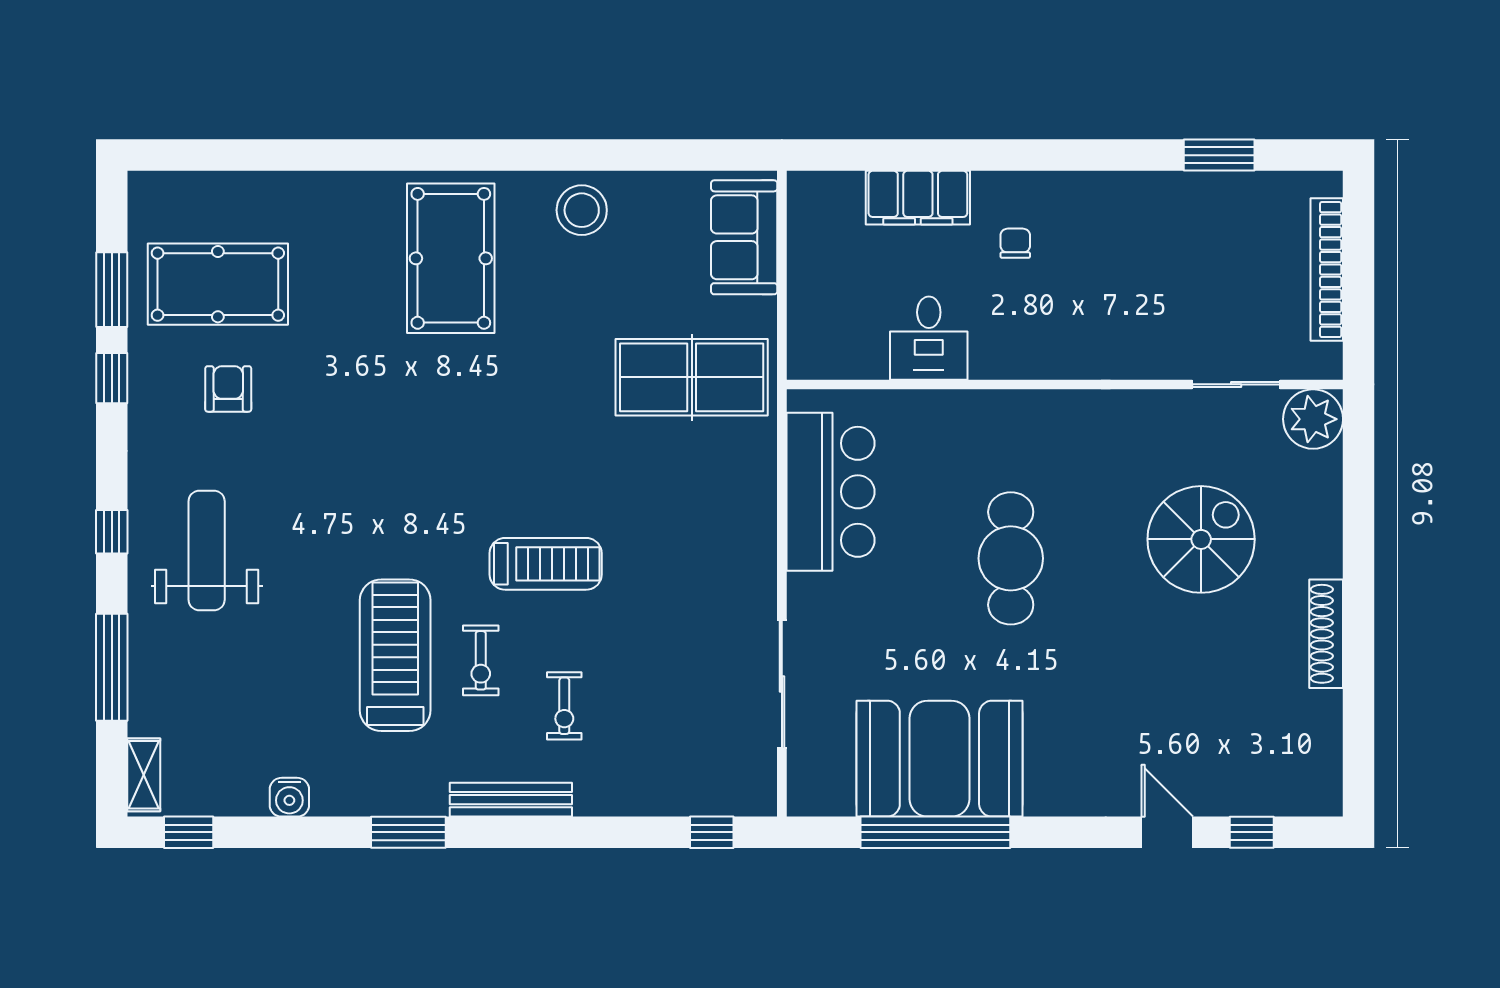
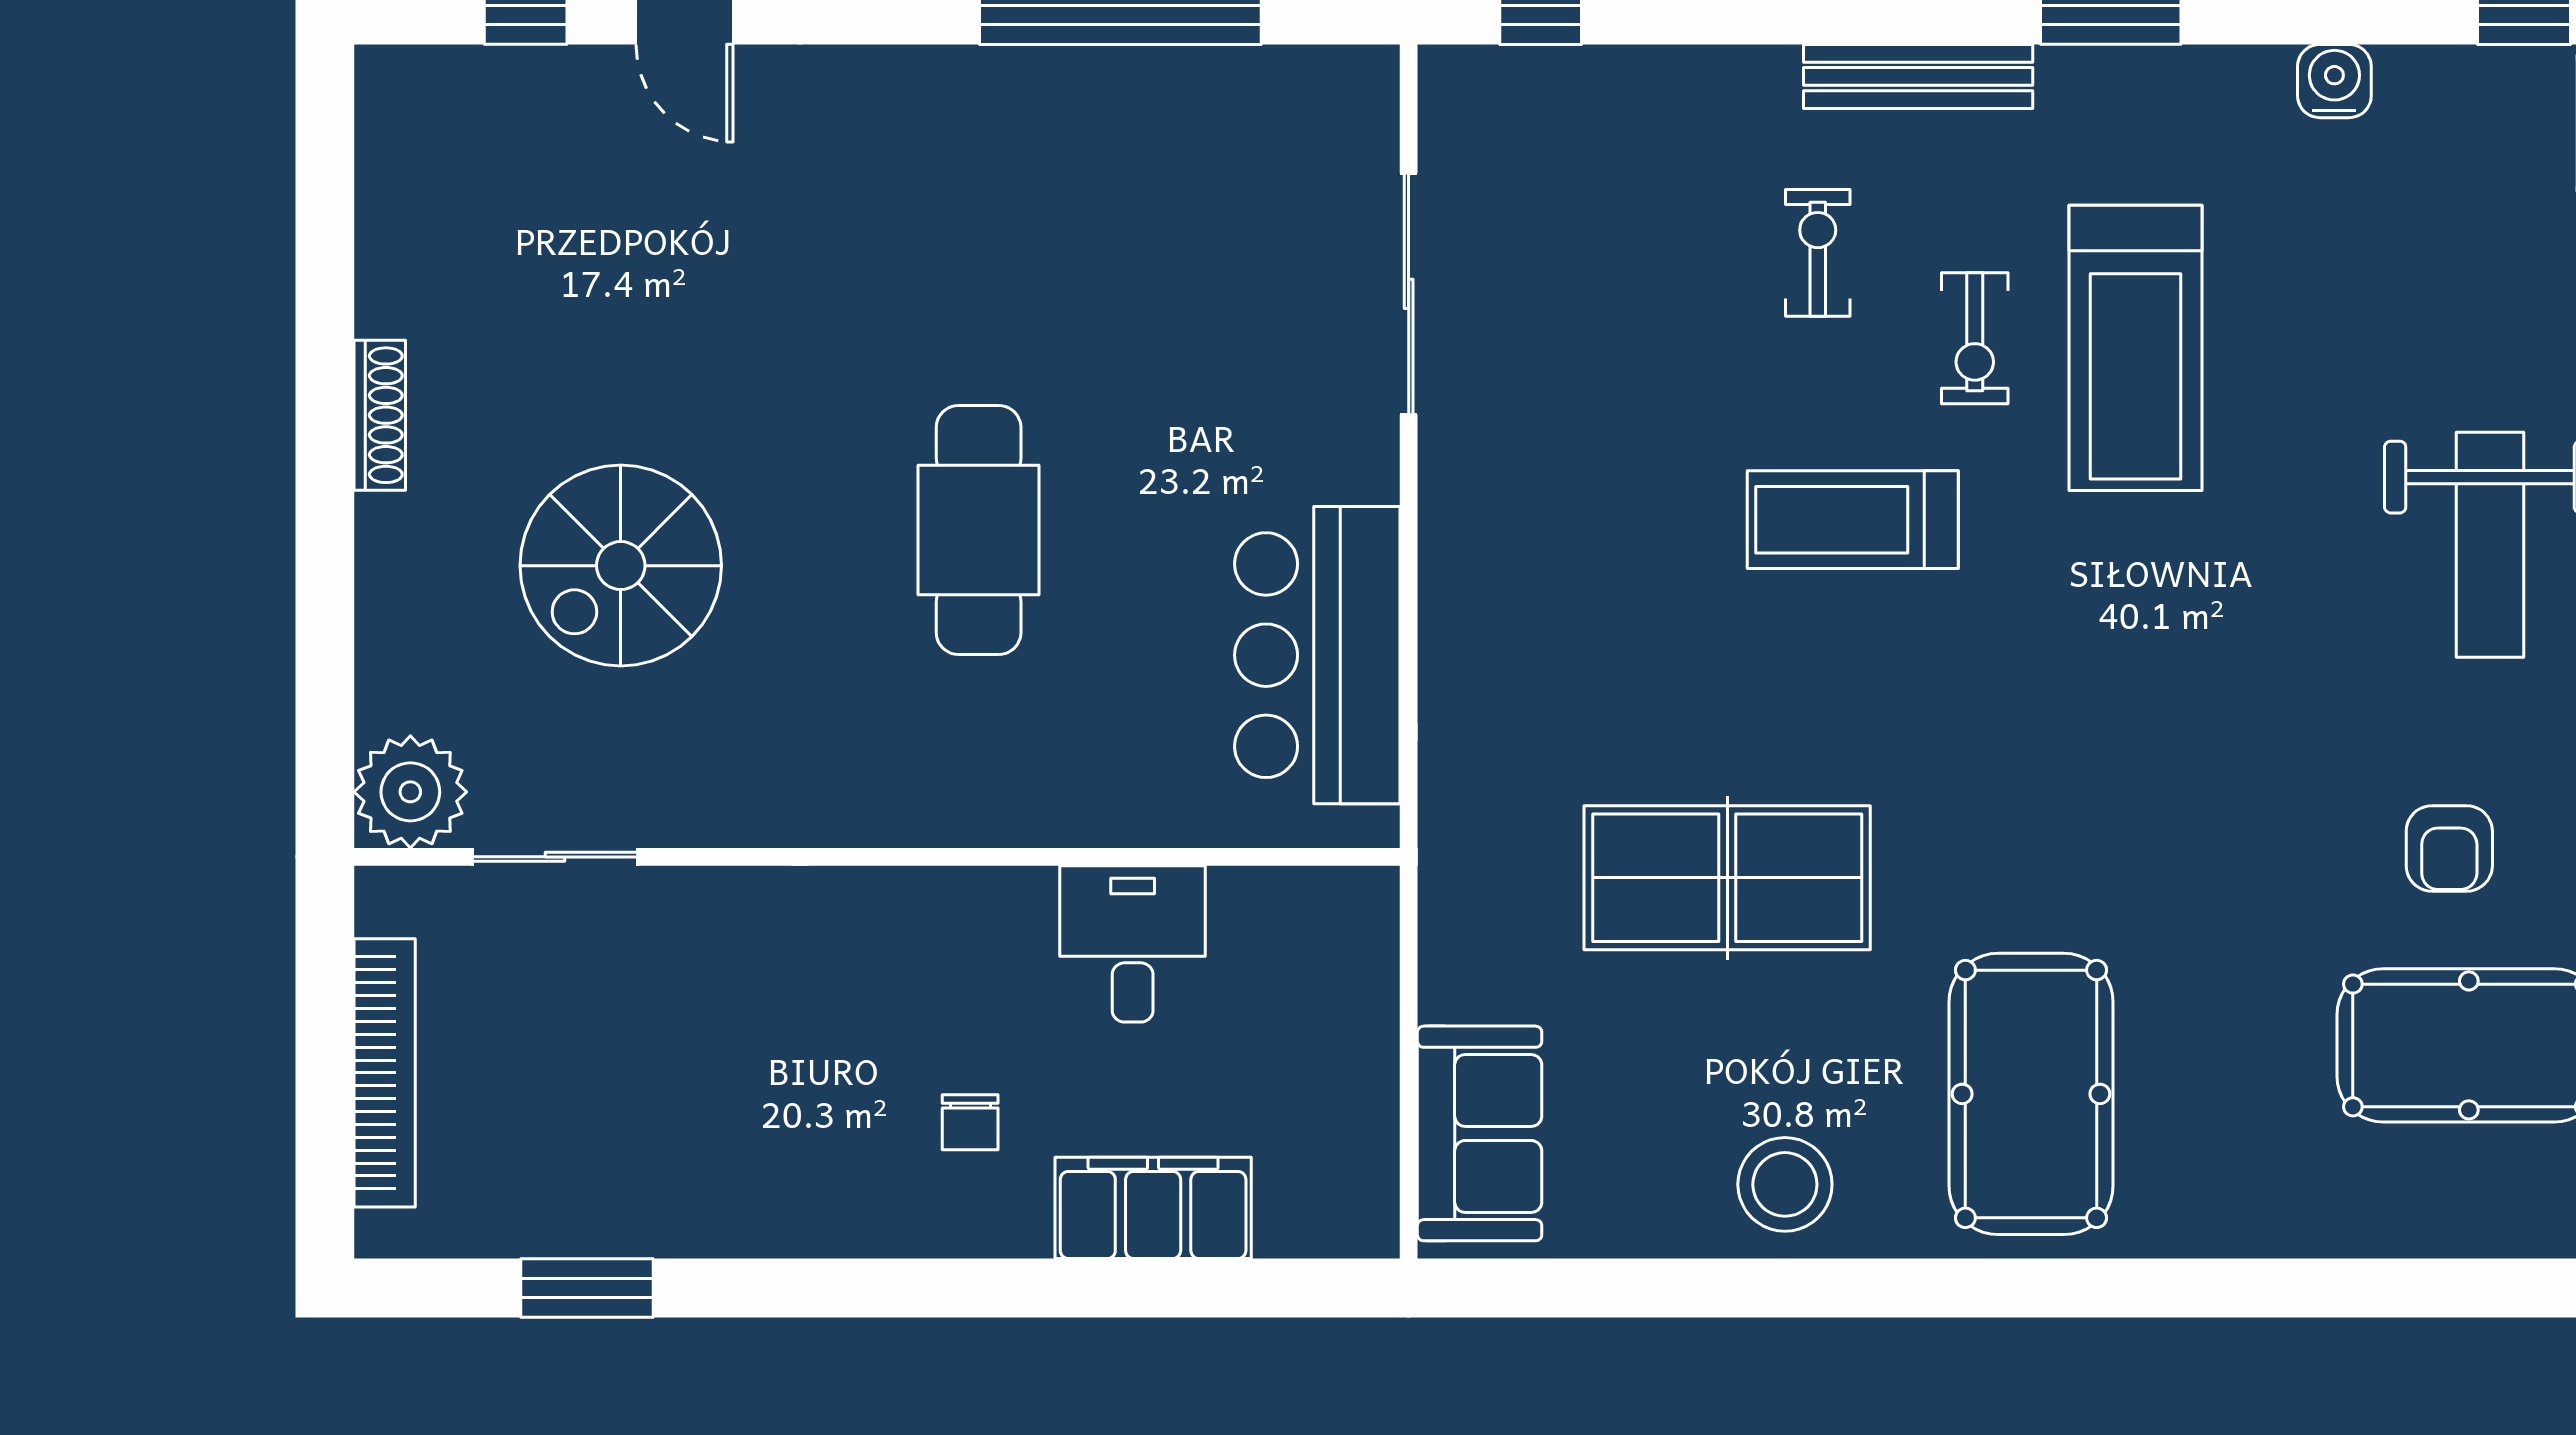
table tennis table: (692, 377) -> (1727, 878), moved
shoe rack: (1326, 634) -> (380, 415), width x0.74, depth x0.81
exercise bike: (481, 660) -> (1975, 338), turned 180
booth: (939, 759) -> (1113, 154), removed

